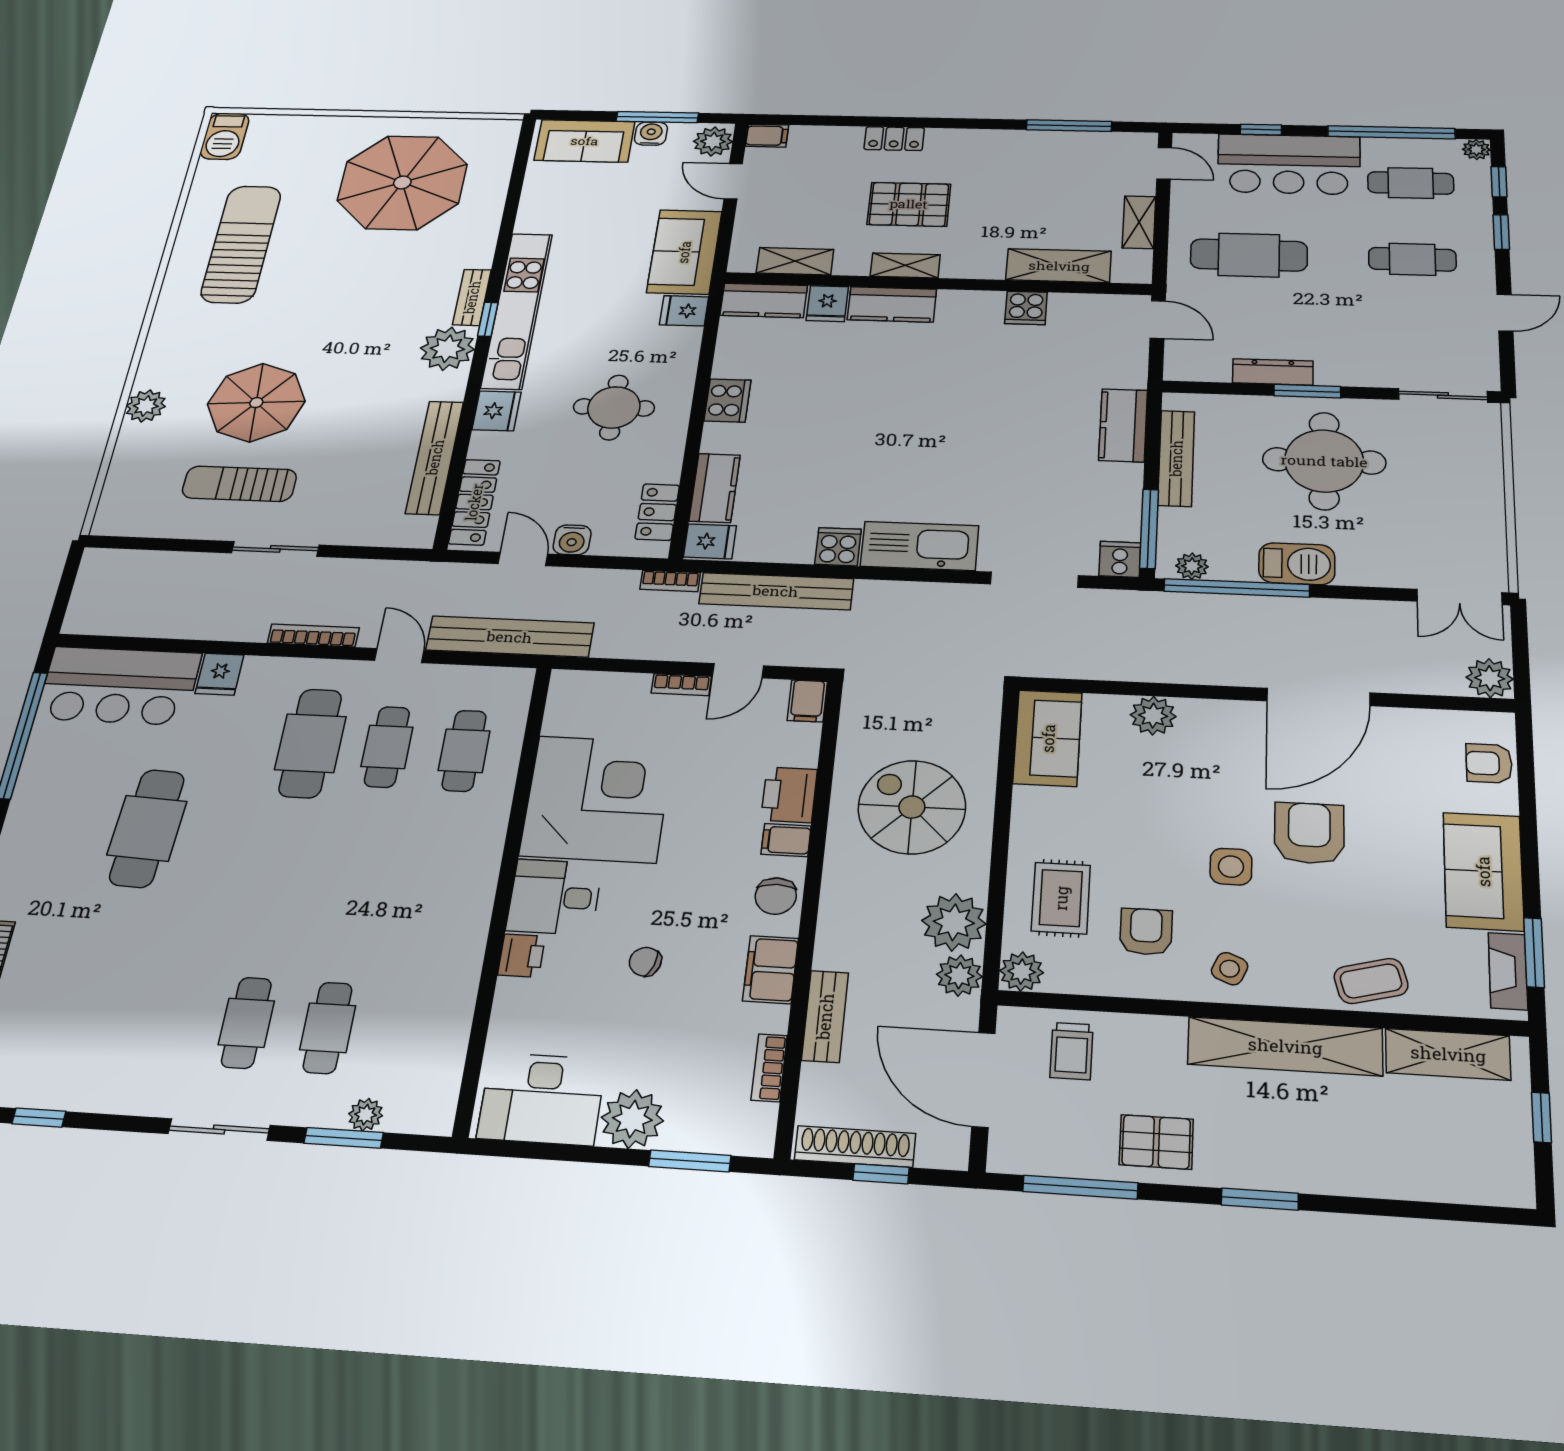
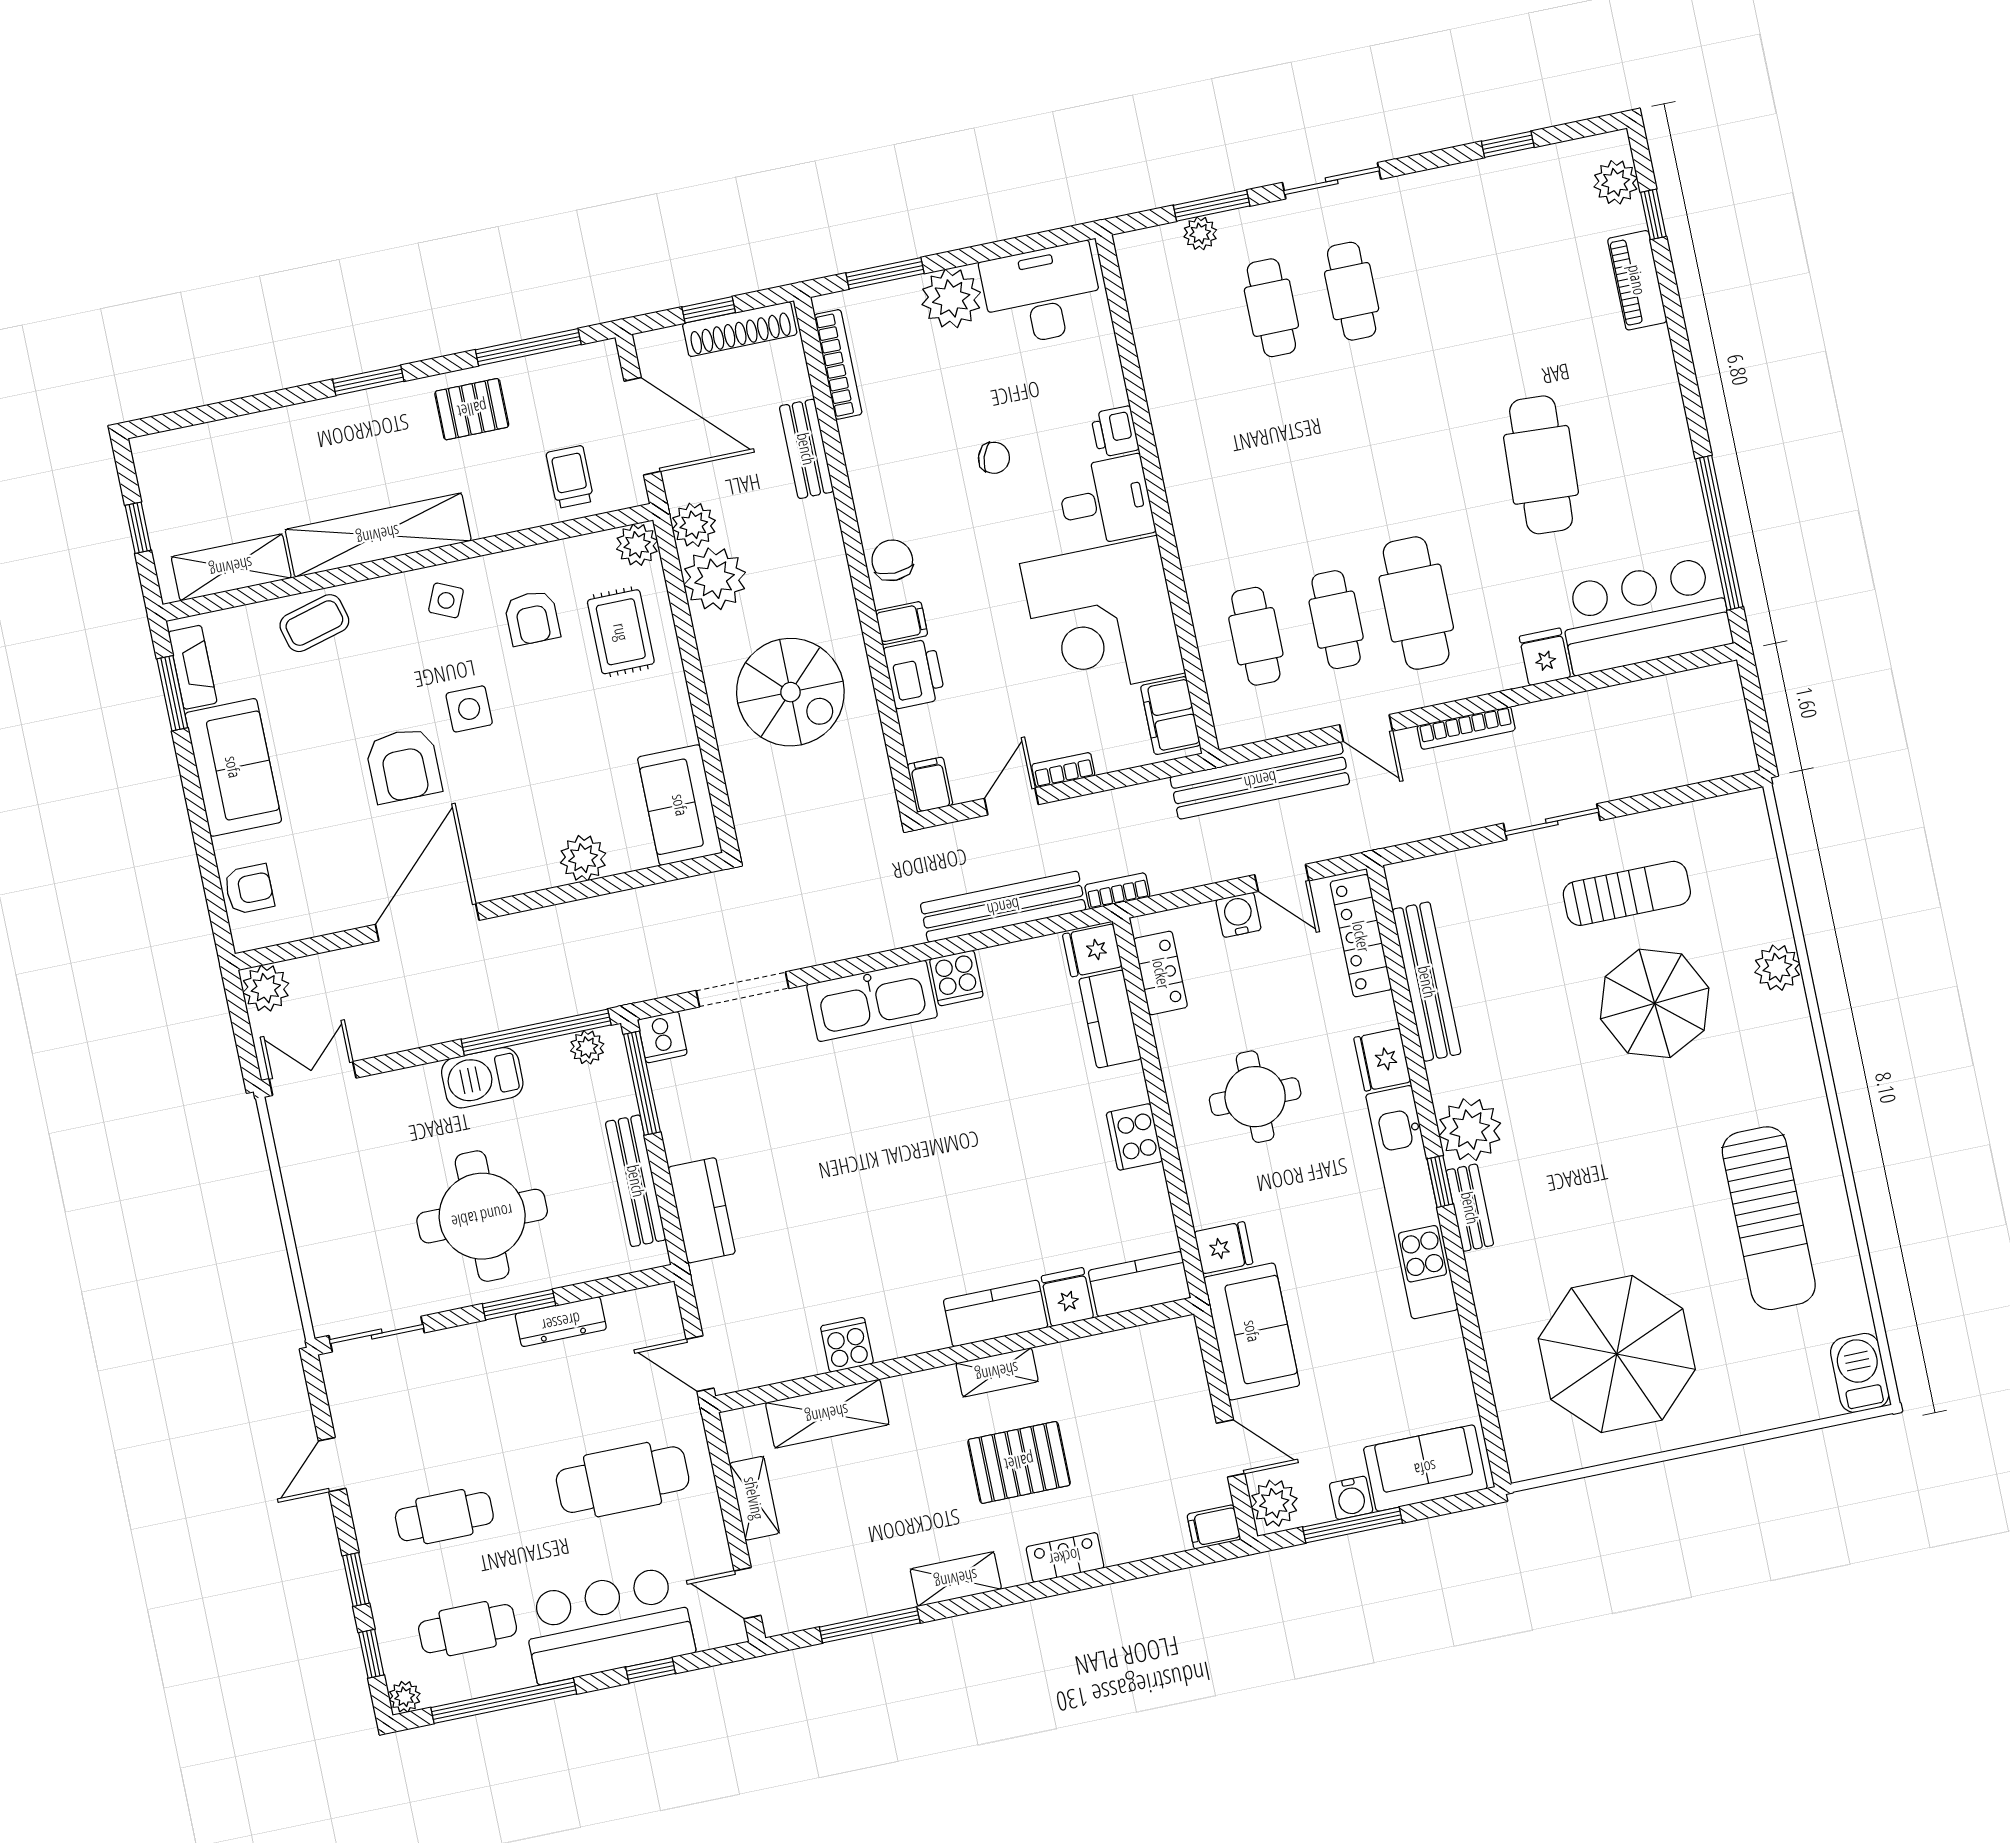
shelving: (795, 261) -> (956, 1579), moved
filing cabinet: (771, 970) -> (1170, 716), moved, turned 180
bookcase: (769, 1068) -> (838, 364), width x1.56

